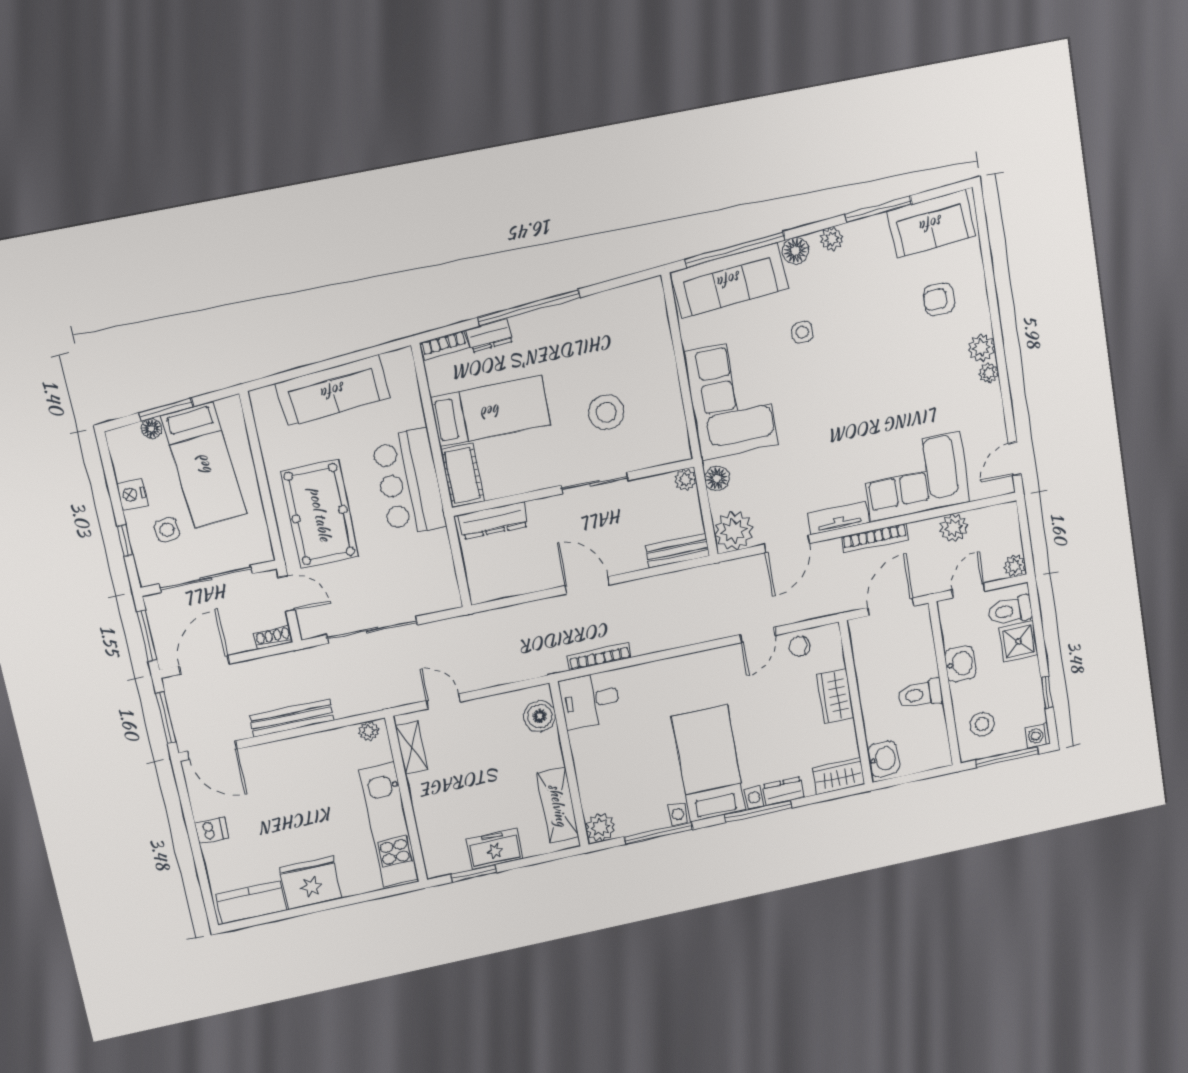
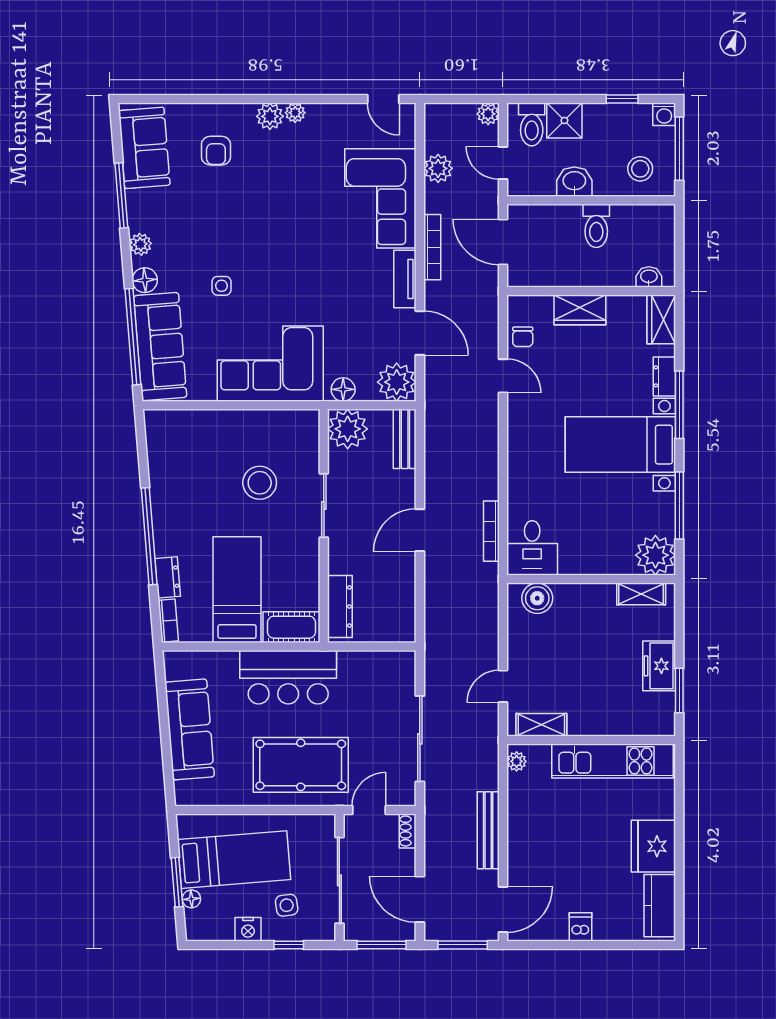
plant: (685, 480) -> (348, 429), width x1.88, depth x1.88
washbasin: (883, 759) -> (649, 277), width x0.72, depth x0.69
shelving: (558, 805) -> (641, 594), width x0.67, depth x0.75
plant: (600, 827) -> (655, 555), width x1.36, depth x1.36

